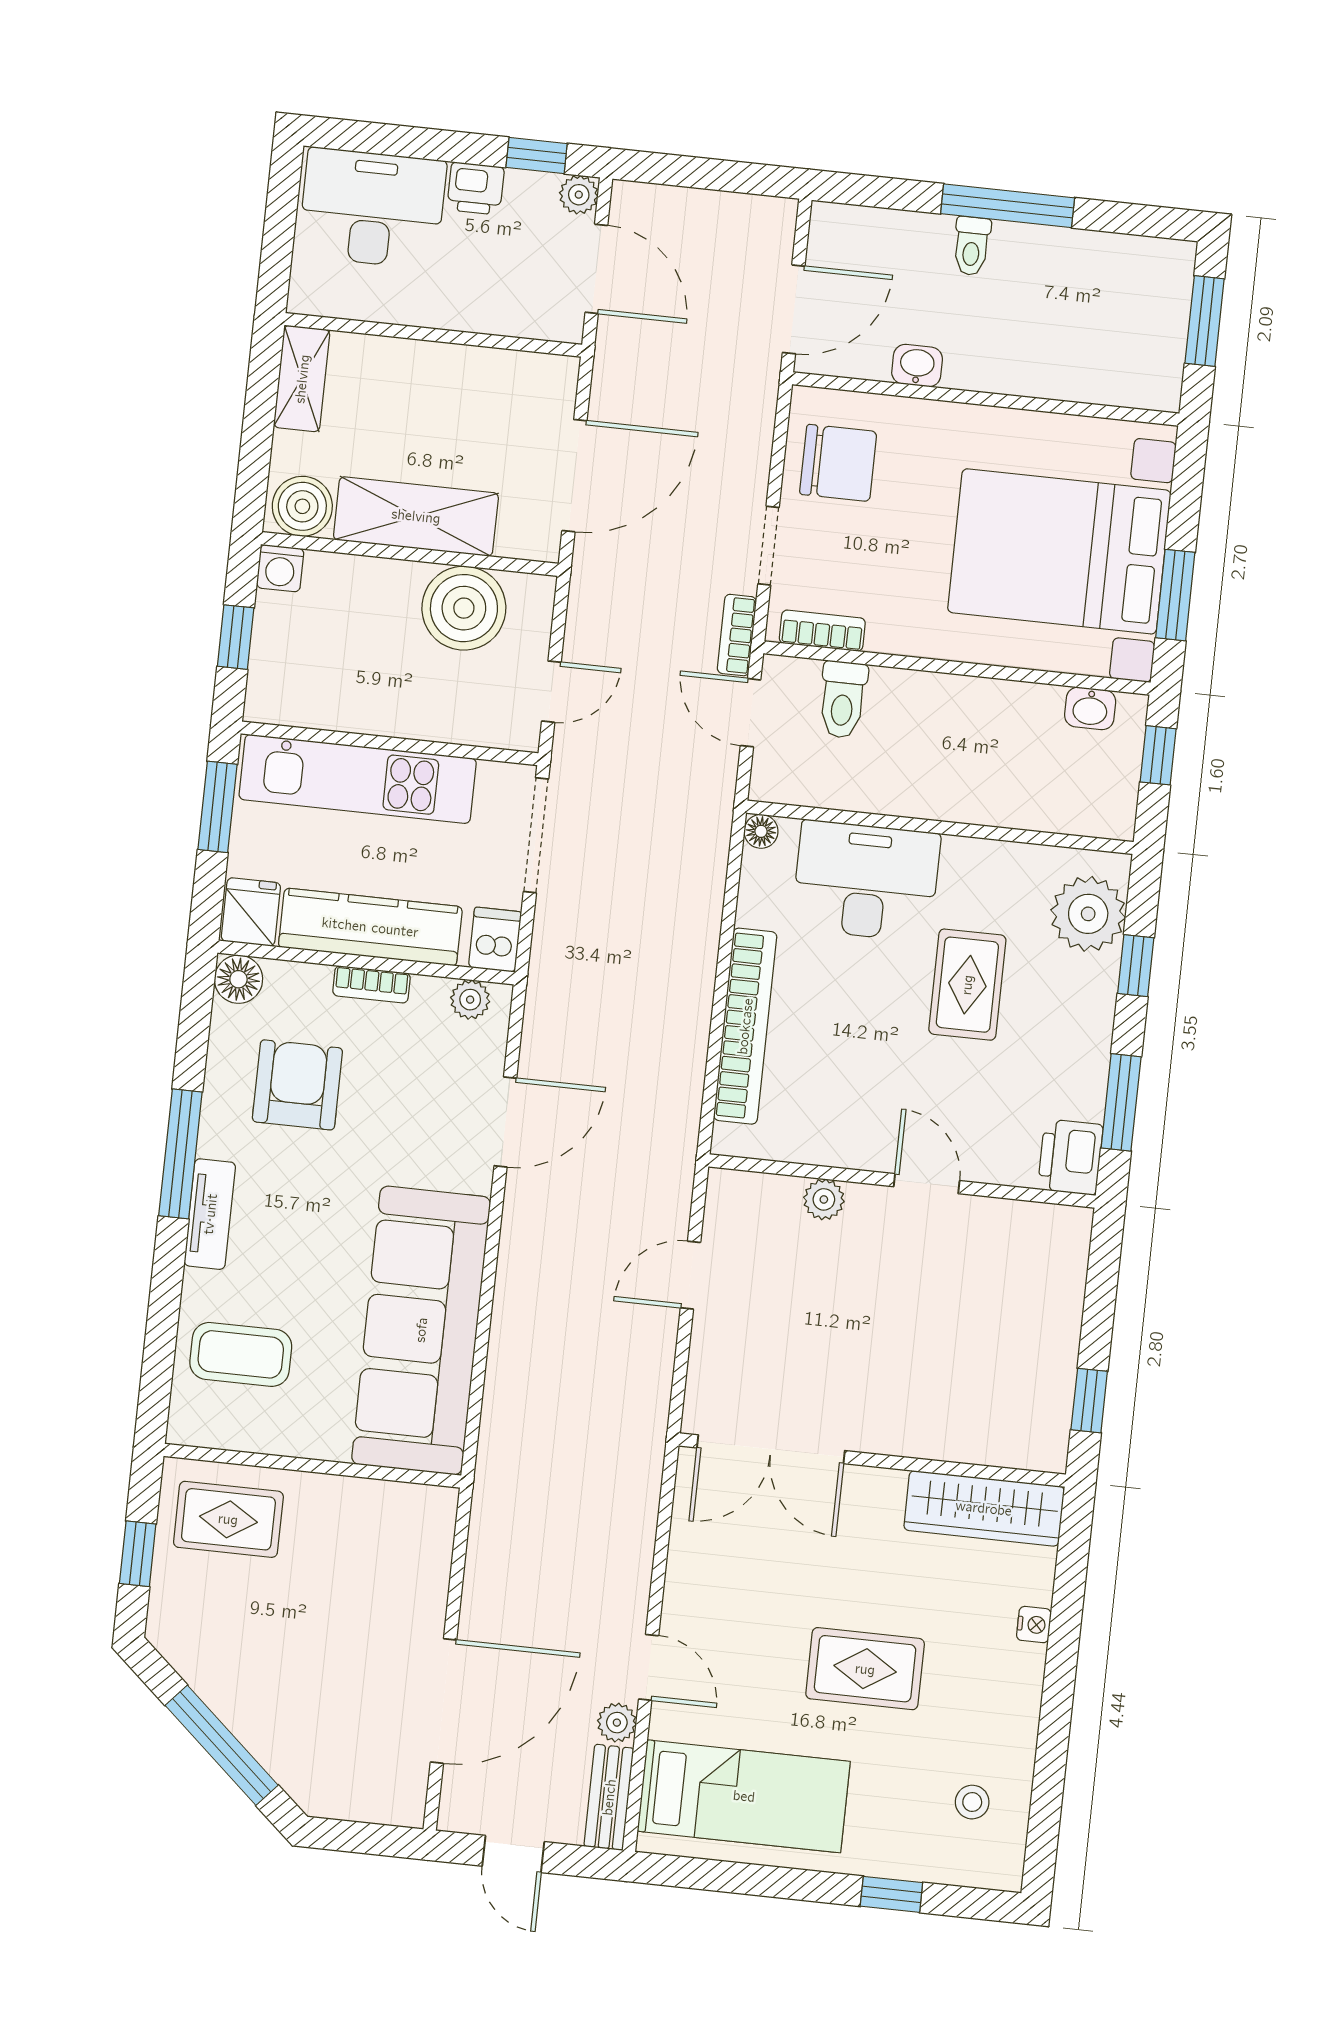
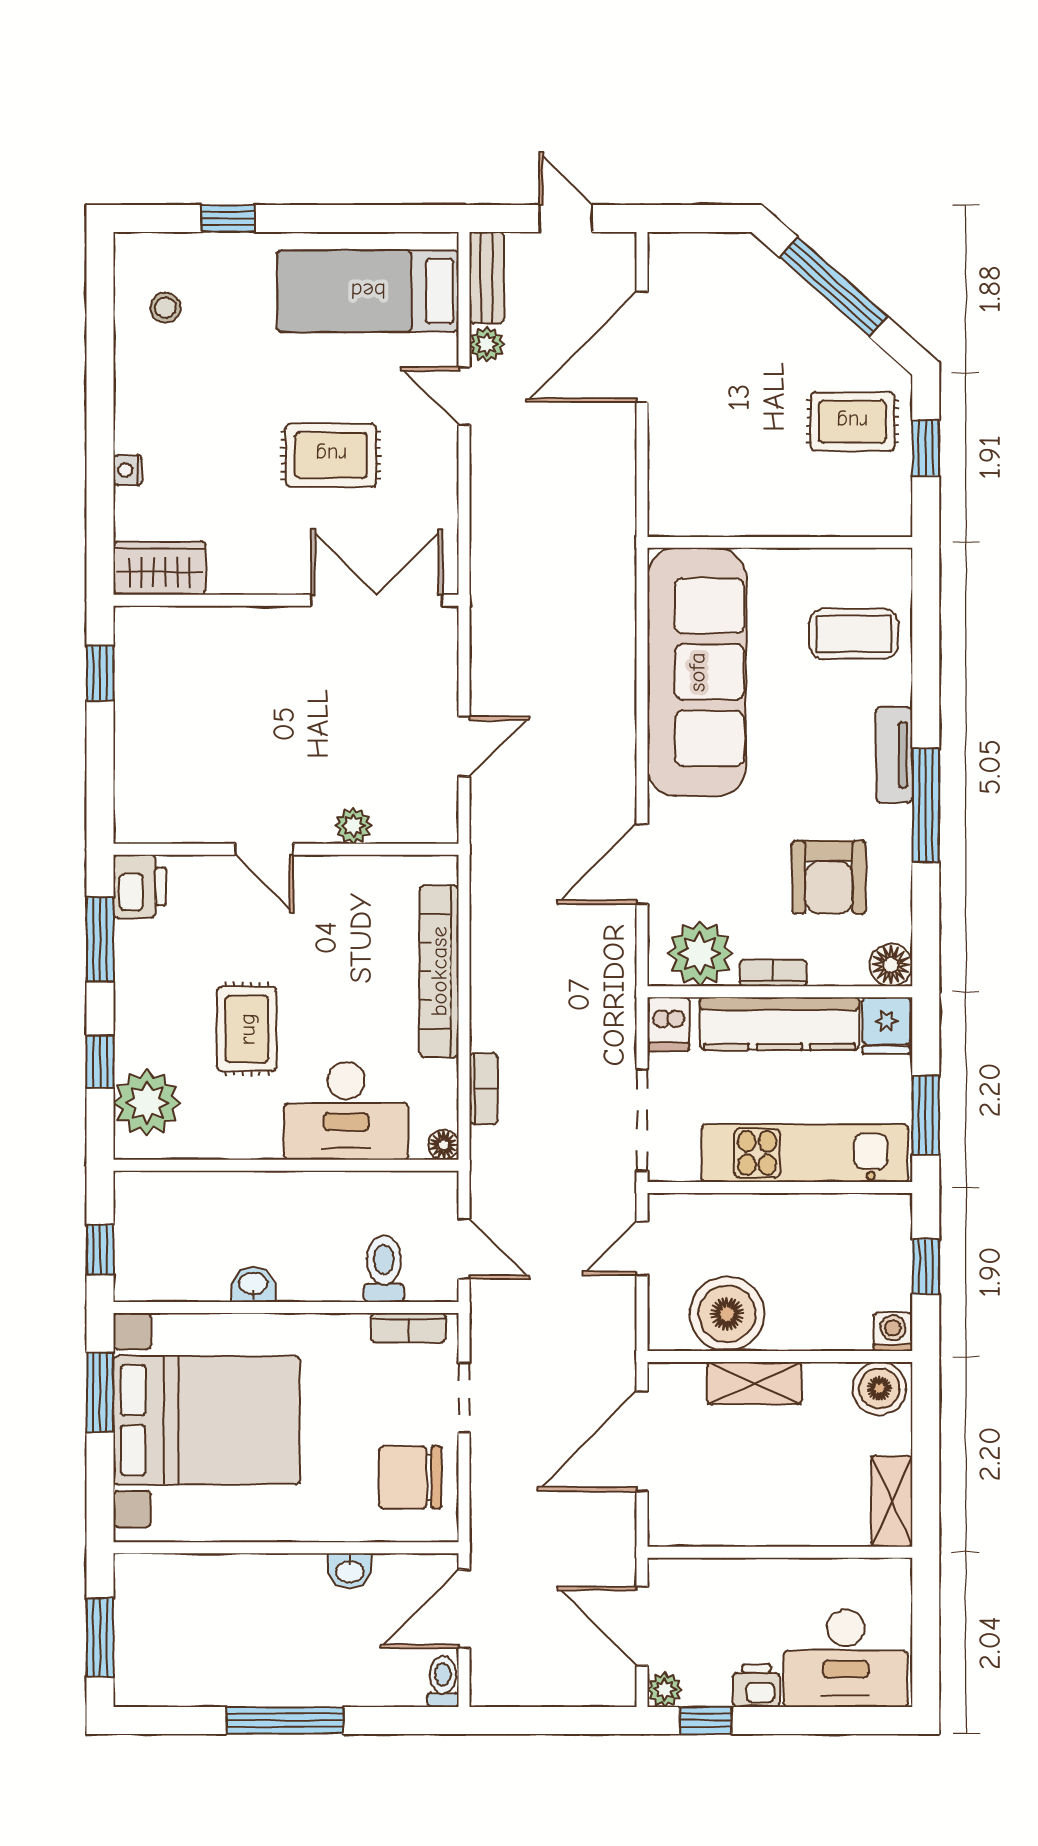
toilet: (972, 246) -> (443, 1682), moved
shelving: (416, 516) -> (754, 1383), width x0.67, depth x0.75
bookcase: (737, 635) -> (483, 1089), moved
washbasin: (1090, 708) -> (253, 1284), moved
plant: (470, 1000) -> (700, 953), width x1.88, depth x1.88
wardrobe: (984, 1508) -> (160, 568), width x0.67
rug: (228, 1519) -> (852, 422), moved
rug: (865, 1669) -> (331, 455), moved

